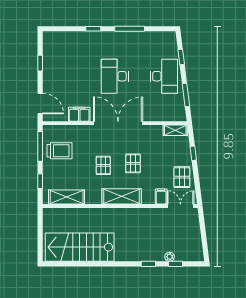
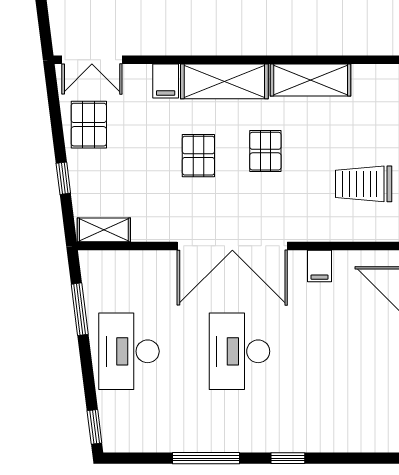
window: (181, 57) -> (94, 427), moved
desk: (115, 76) -> (240, 351), turned 180
filing cabinet: (79, 114) -> (320, 266), width x0.50
shelving: (67, 197) -> (311, 80), moved
filing cabinet: (161, 197) -> (166, 81), moved

